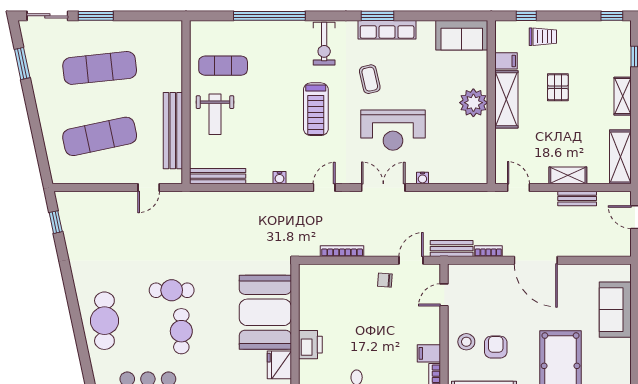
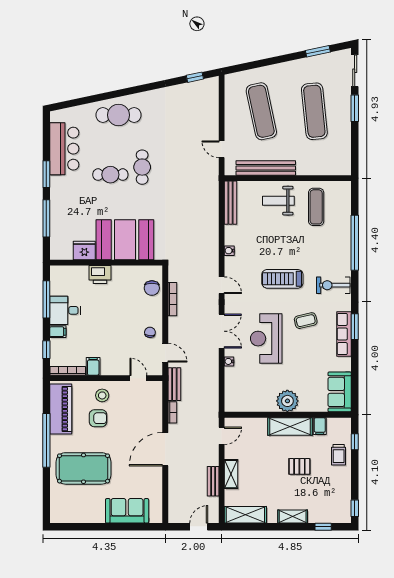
chair: (328, 278) -> (152, 288), added

